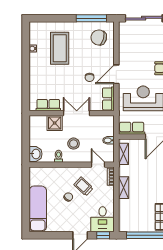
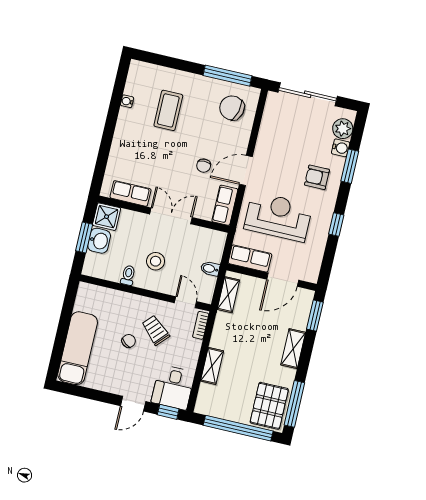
coffee table: (60, 48) -> (168, 110), width x0.73, depth x0.76
shower: (55, 123) -> (107, 217), moved
window: (26, 139) -> (84, 237), added
washbasin: (36, 154) -> (99, 241), moved
shelving: (124, 188) -> (212, 366), moved

